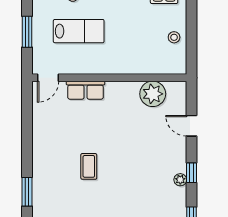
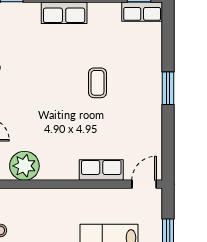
window: (27, 192) -> (168, 88), moved

